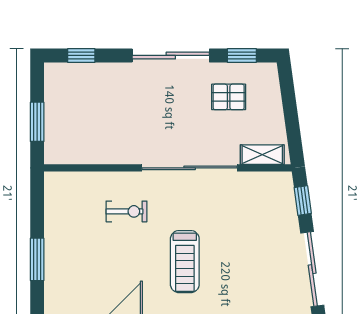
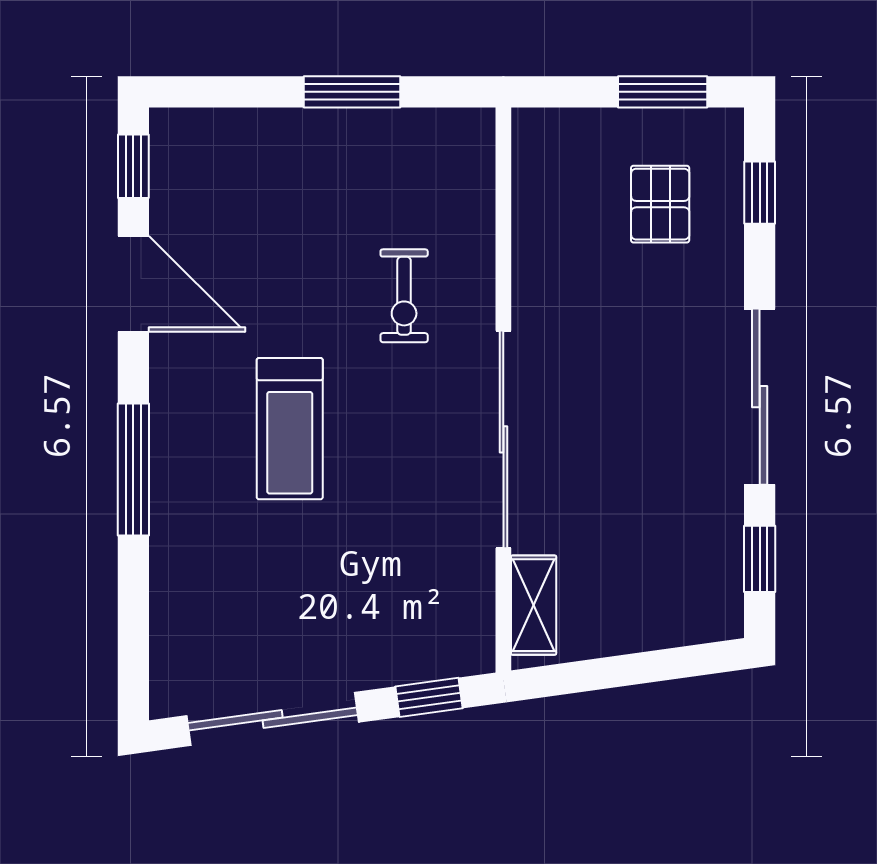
pallet: (229, 97) -> (660, 204), moved
window: (37, 122) -> (663, 92), moved
window: (37, 259) -> (352, 92), moved
treadmill: (185, 262) -> (290, 429), turned -90

